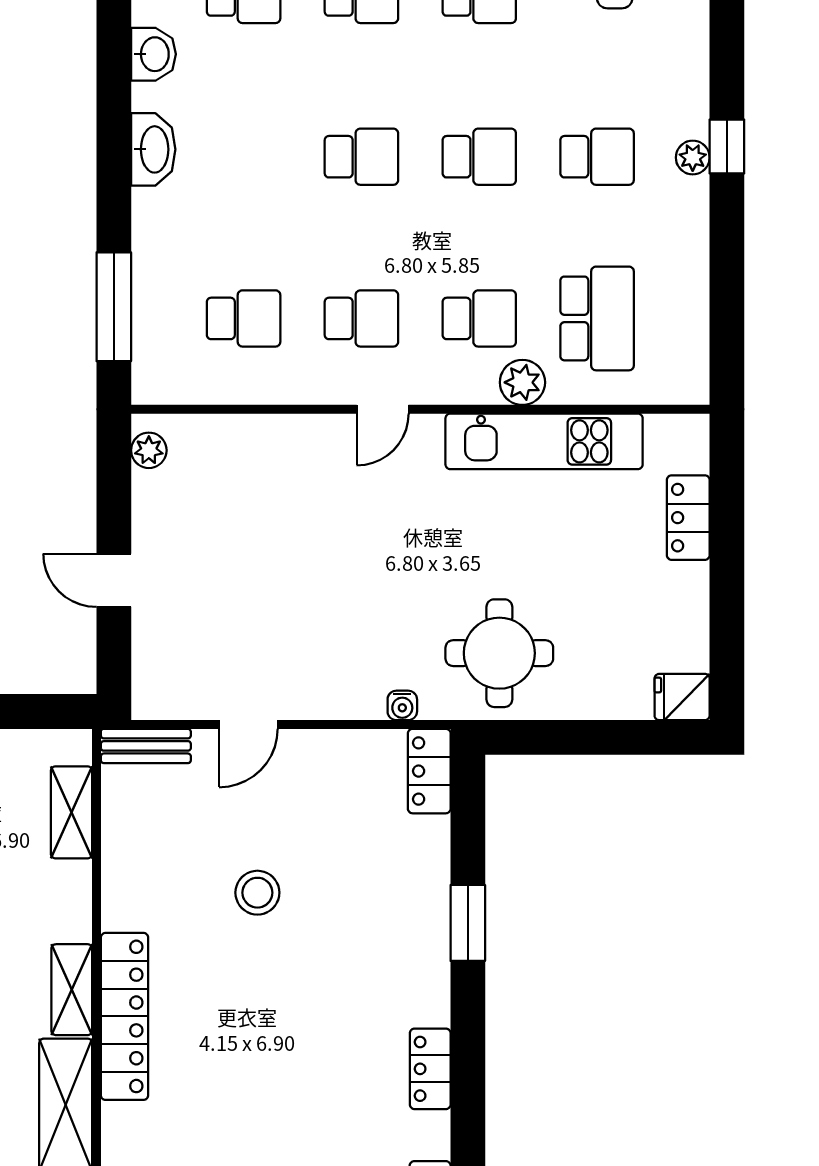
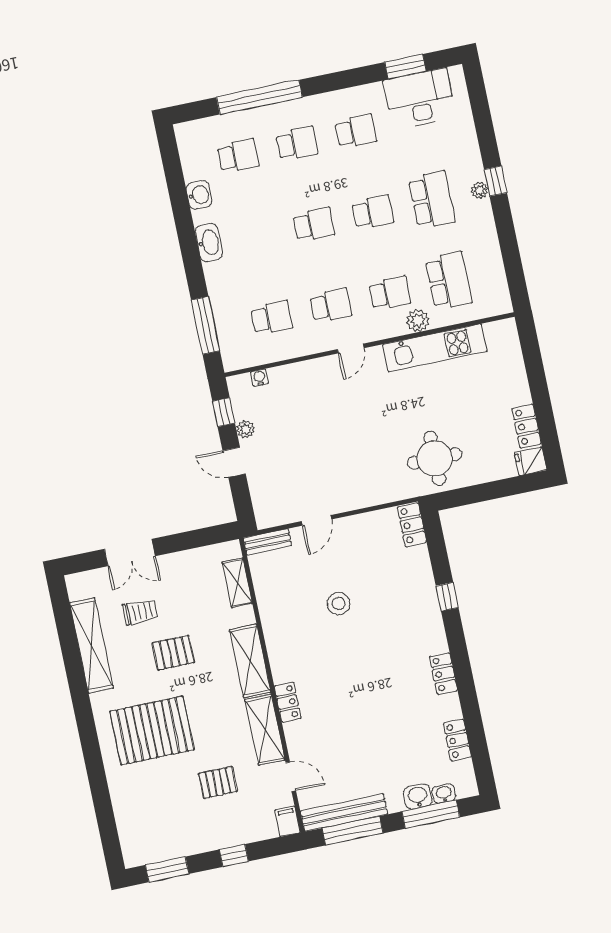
school desk: (597, 157) -> (432, 200), width x1.85
plant: (149, 450) -> (245, 429), moved
window: (114, 480) -> (224, 412), added
locker: (688, 518) -> (527, 426), moved
water cooler: (402, 705) -> (260, 378), moved, turned 180
window: (468, 923) -> (447, 597), width x0.67
shelving: (72, 990) -> (250, 661), width x1.50, depth x1.33
locker: (125, 1016) -> (288, 702), width x0.46, depth x0.83

